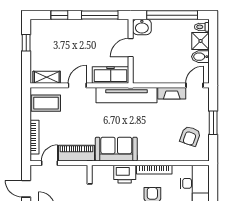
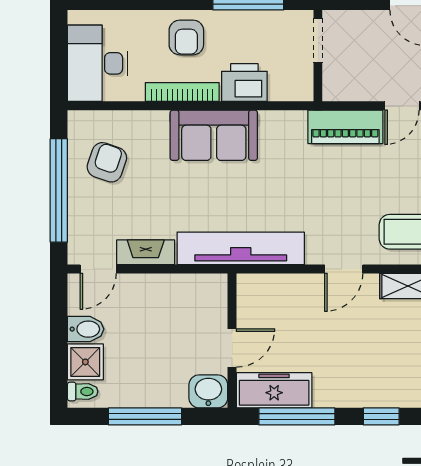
window: (172, 15) -> (145, 416), width x0.68
freezer: (111, 75) -> (274, 390), moved, turned 180
window: (213, 123) -> (59, 190), width x2.11
sofa: (116, 149) -> (214, 135), moved

